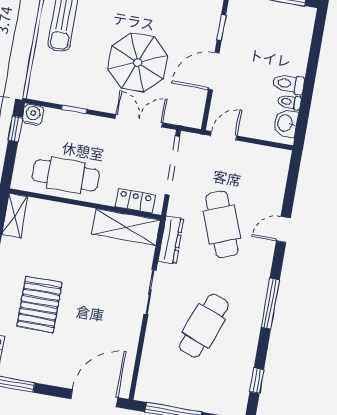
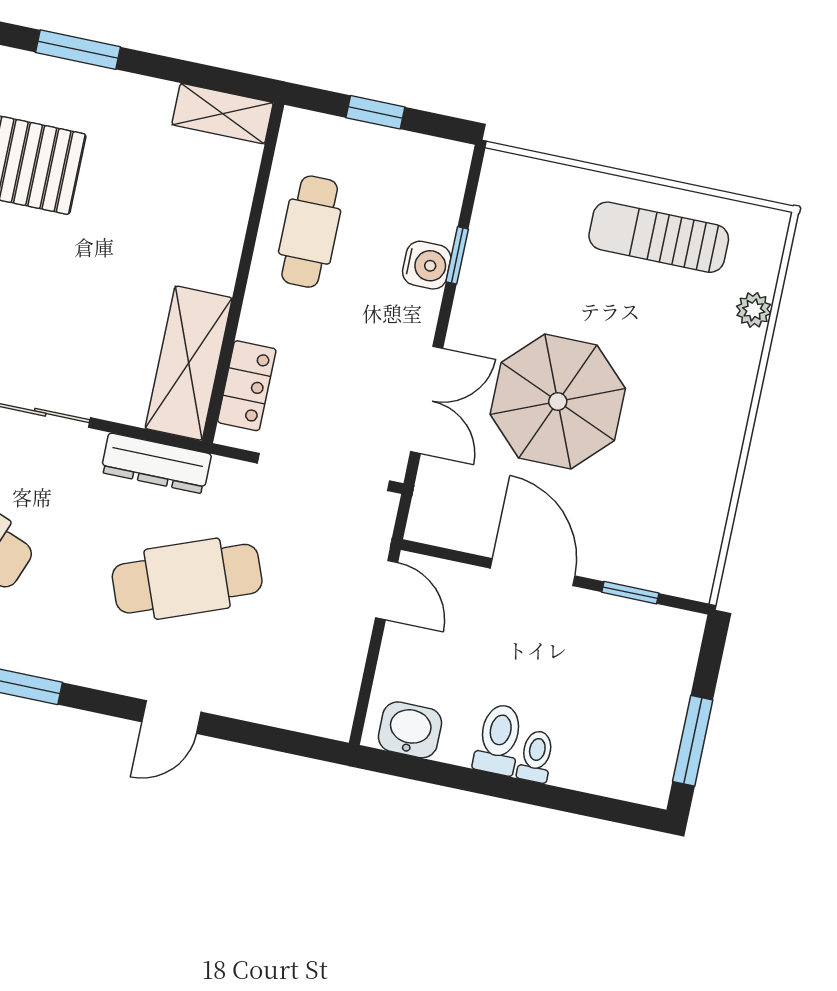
toilet: (289, 102) -> (536, 756), moved
water cooler: (33, 115) -> (427, 265), moved
window: (15, 129) -> (375, 112), moved
cafe table: (66, 175) -> (310, 232), width x0.73, depth x0.74
door: (283, 229) -> (171, 717), swing flipped

